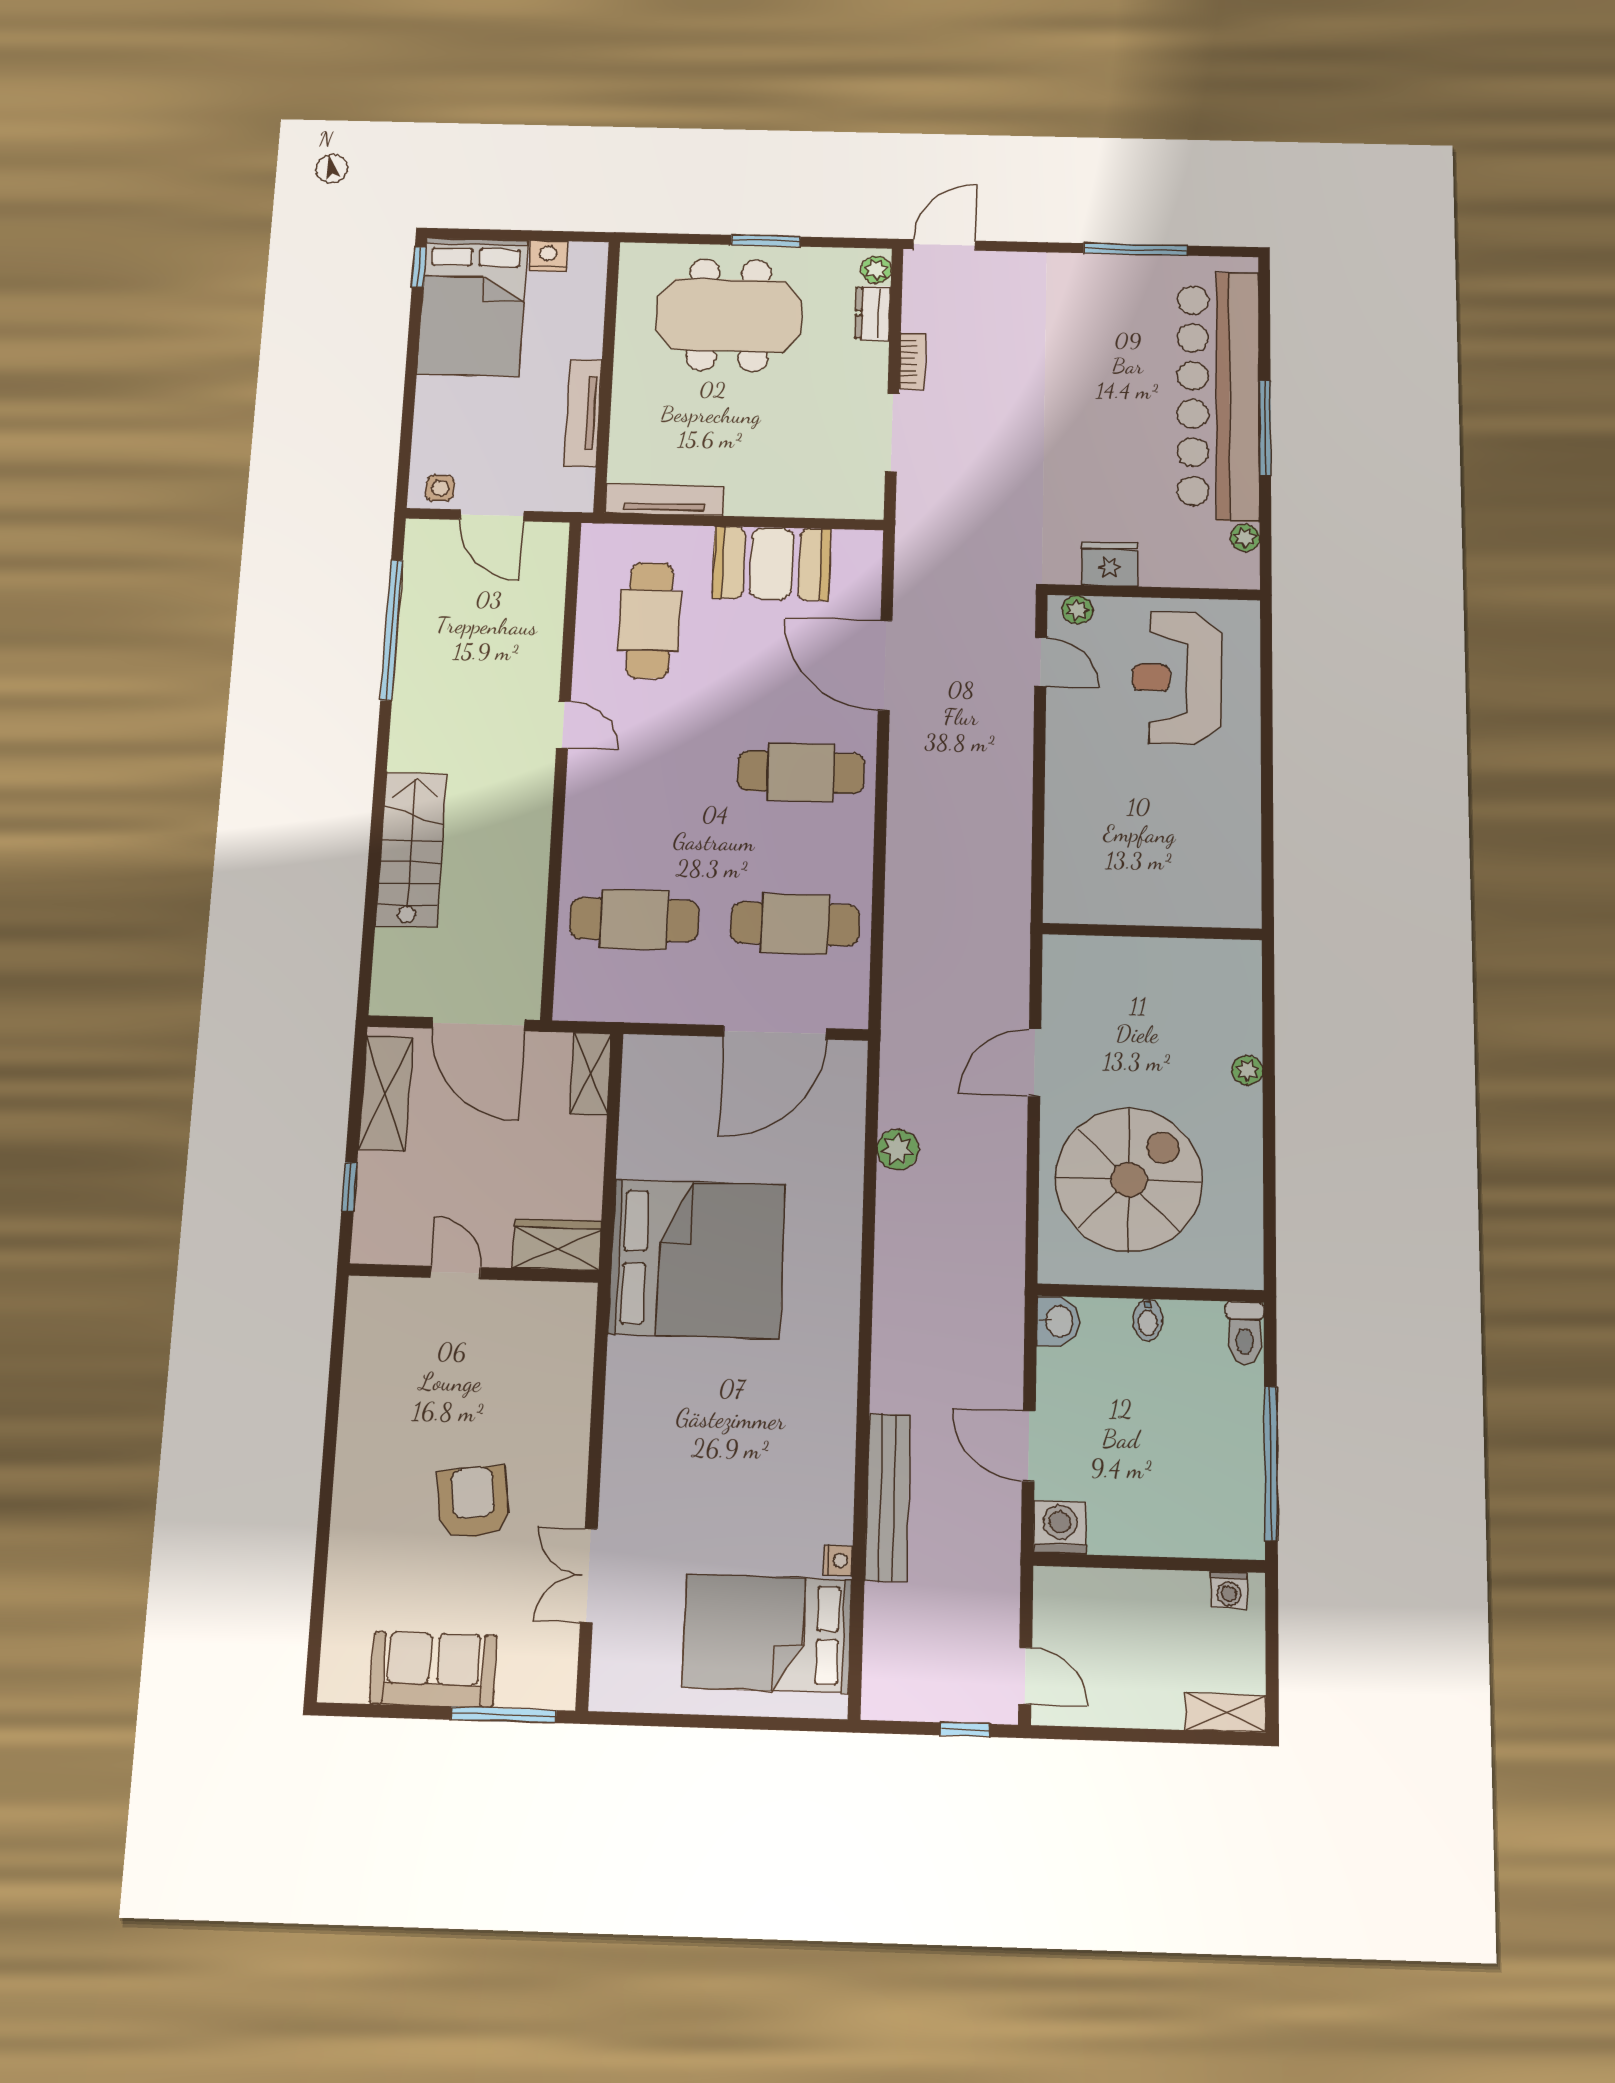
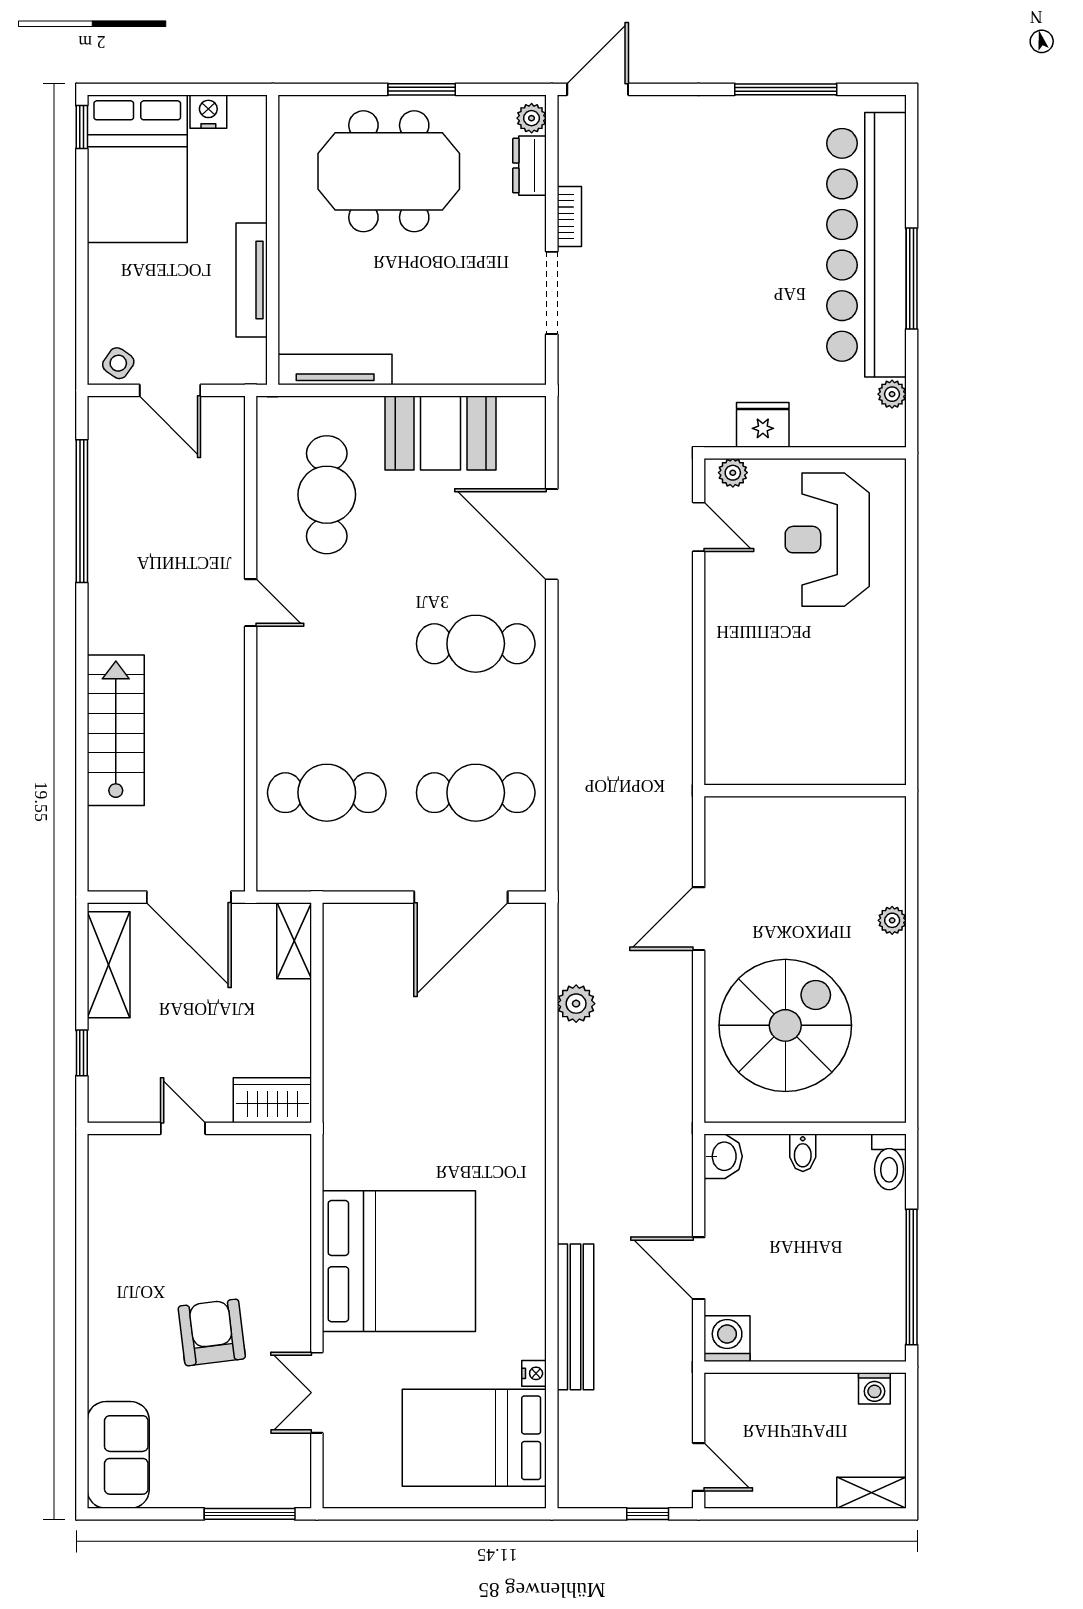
side table: (440, 488) -> (118, 363), turned 35
bed: (697, 1259) -> (399, 1261), moved
sofa: (433, 1670) -> (118, 1455), moved, turned 90

